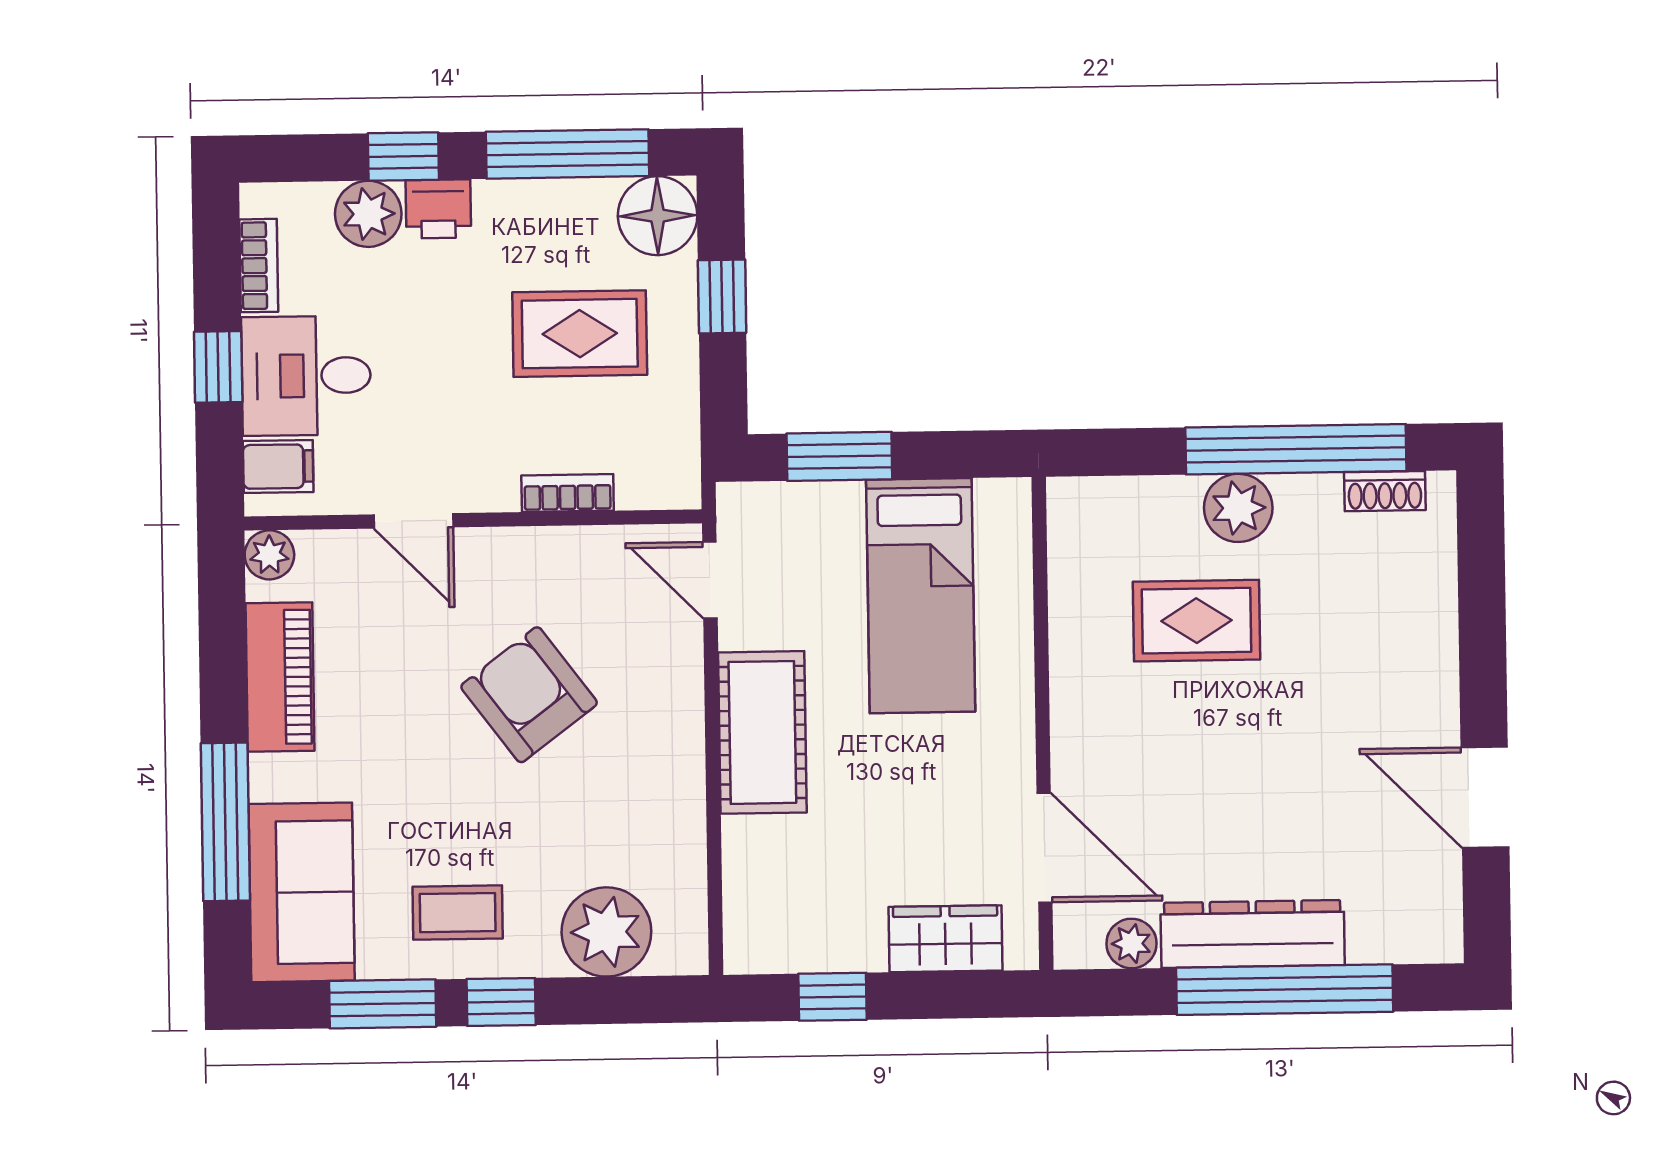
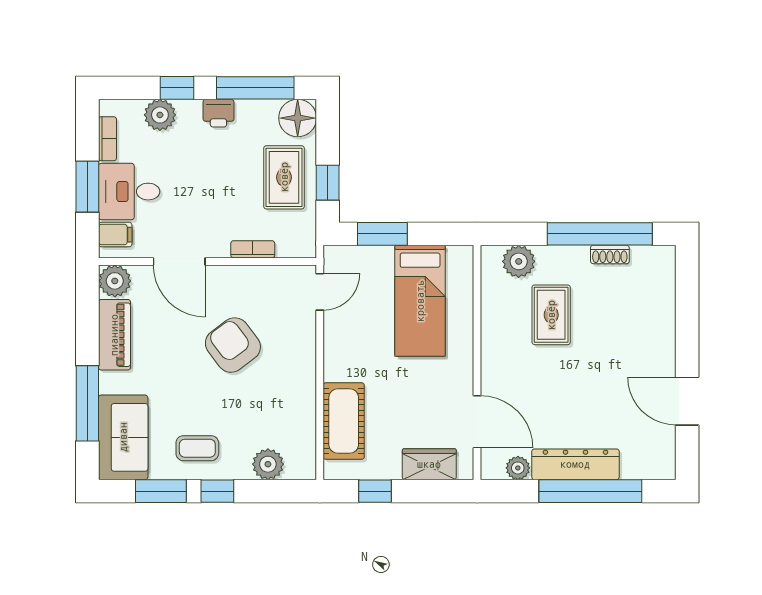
printer: (438, 209) -> (218, 113), moved
window: (722, 296) -> (328, 183), moved
rug: (580, 334) -> (284, 177), moved, turned 90
window: (218, 367) -> (87, 187), width x1.50
shoe rack: (1385, 491) -> (610, 254), moved
plant: (1238, 508) -> (519, 261), moved
door: (413, 521) -> (179, 261), width x1.38
plant: (269, 555) -> (115, 281), width x1.38, depth x1.38
door: (710, 580) -> (320, 292), swing flipped
rug: (1197, 621) -> (551, 315), turned 90
cot: (762, 732) -> (344, 421), moved
plant: (606, 932) -> (268, 464), width x0.73, depth x0.73

